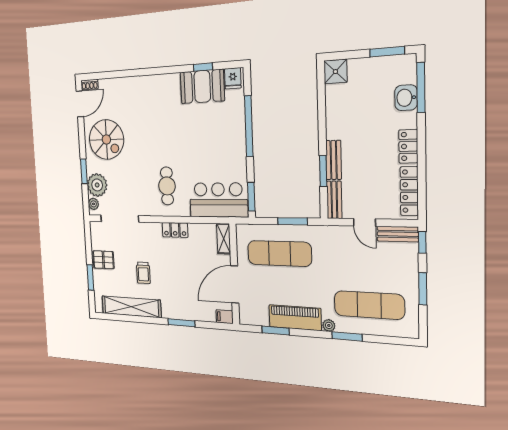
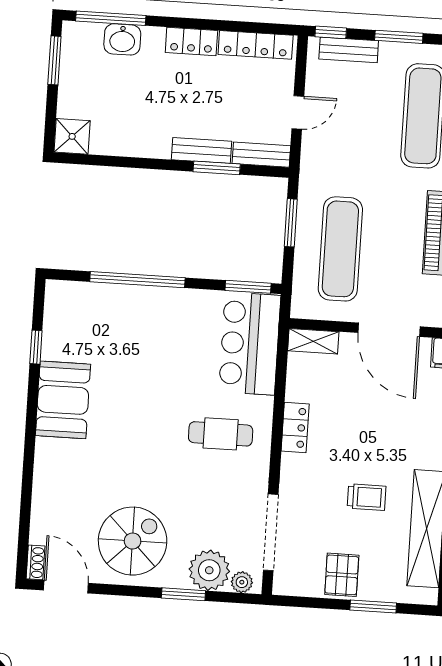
fridge: (233, 78) -> (60, 298), removed
booth: (202, 86) -> (63, 400), moved
bench: (398, 234) -> (349, 50), moved, turned 90

